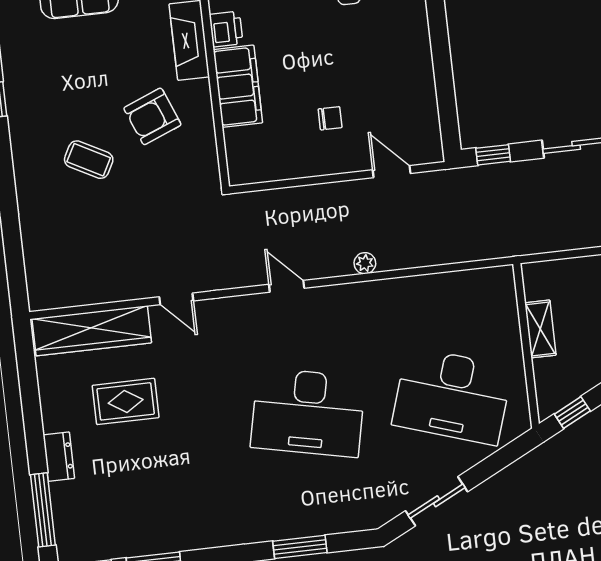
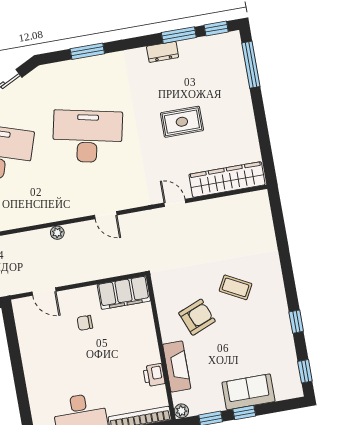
filing cabinet: (238, 86) -> (124, 293), moved, turned -90
rug: (126, 401) -> (182, 122), moved
dresser: (59, 457) -> (163, 52), moved, turned -90

